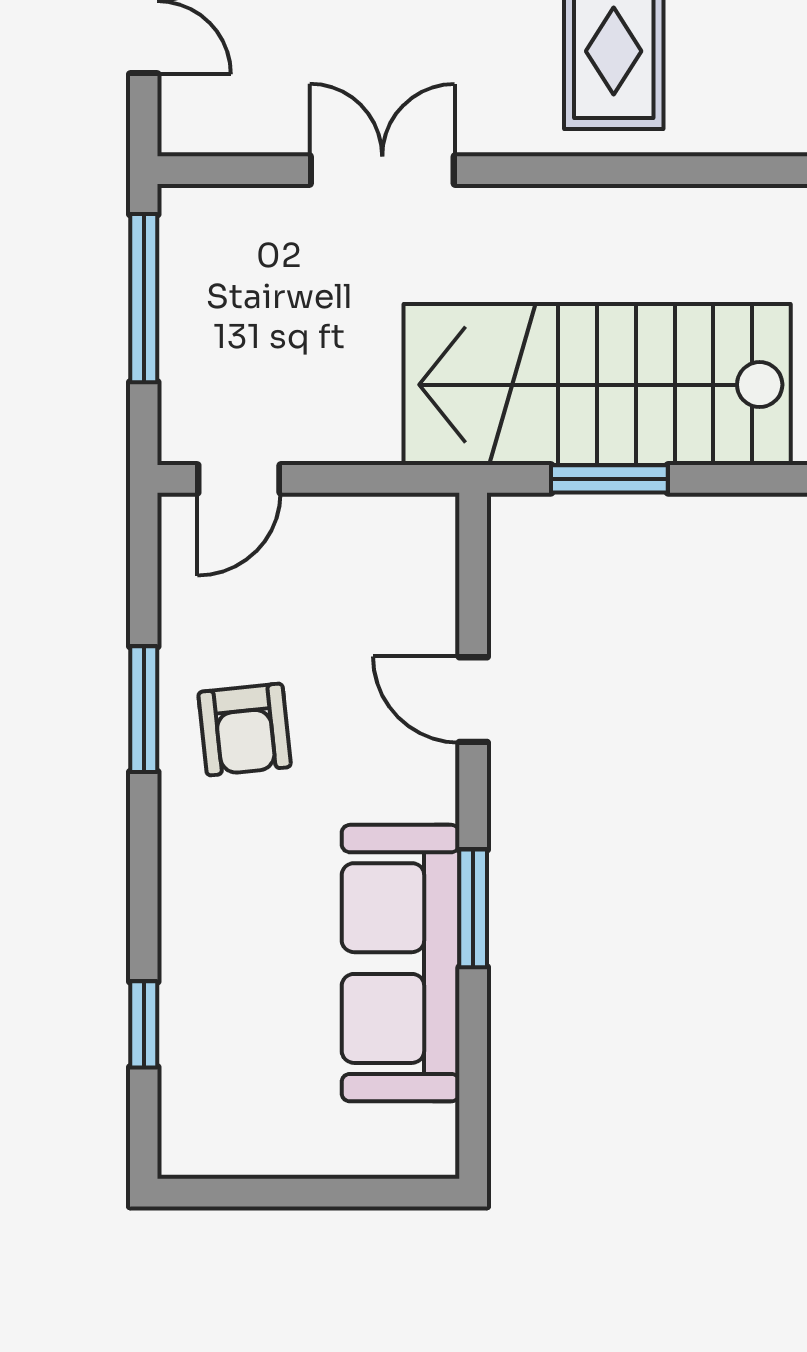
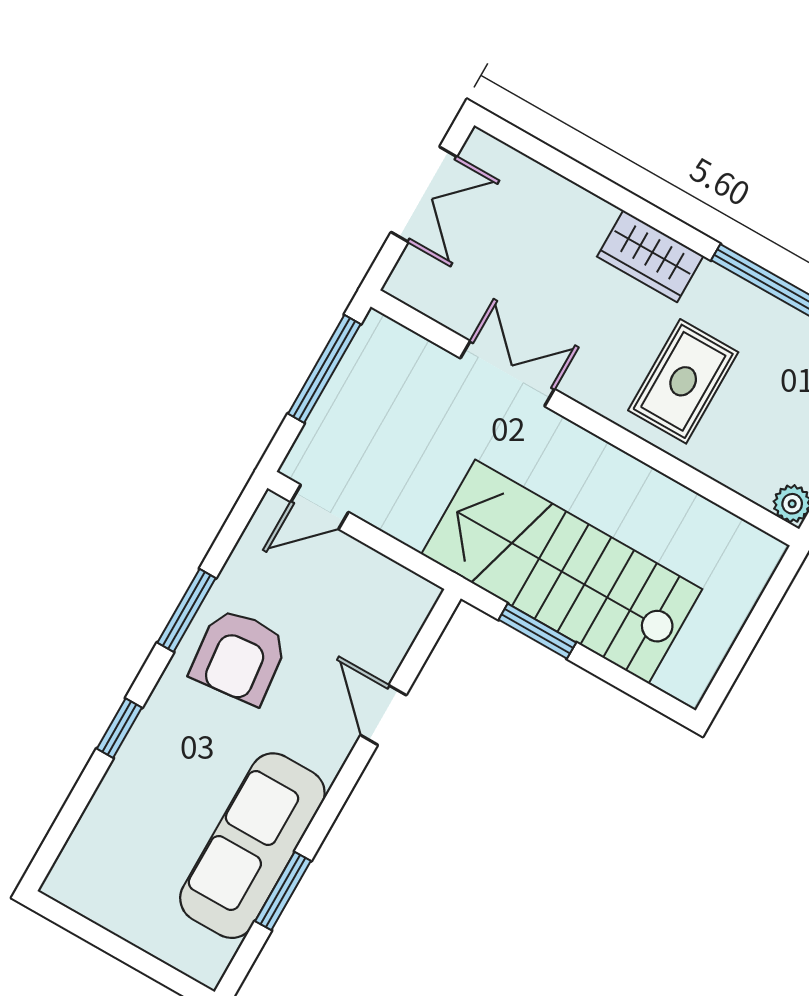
armchair: (245, 729) -> (239, 656), width x1.38, depth x1.38
window: (473, 908) -> (283, 891), moved
window: (144, 1024) -> (119, 728), moved

